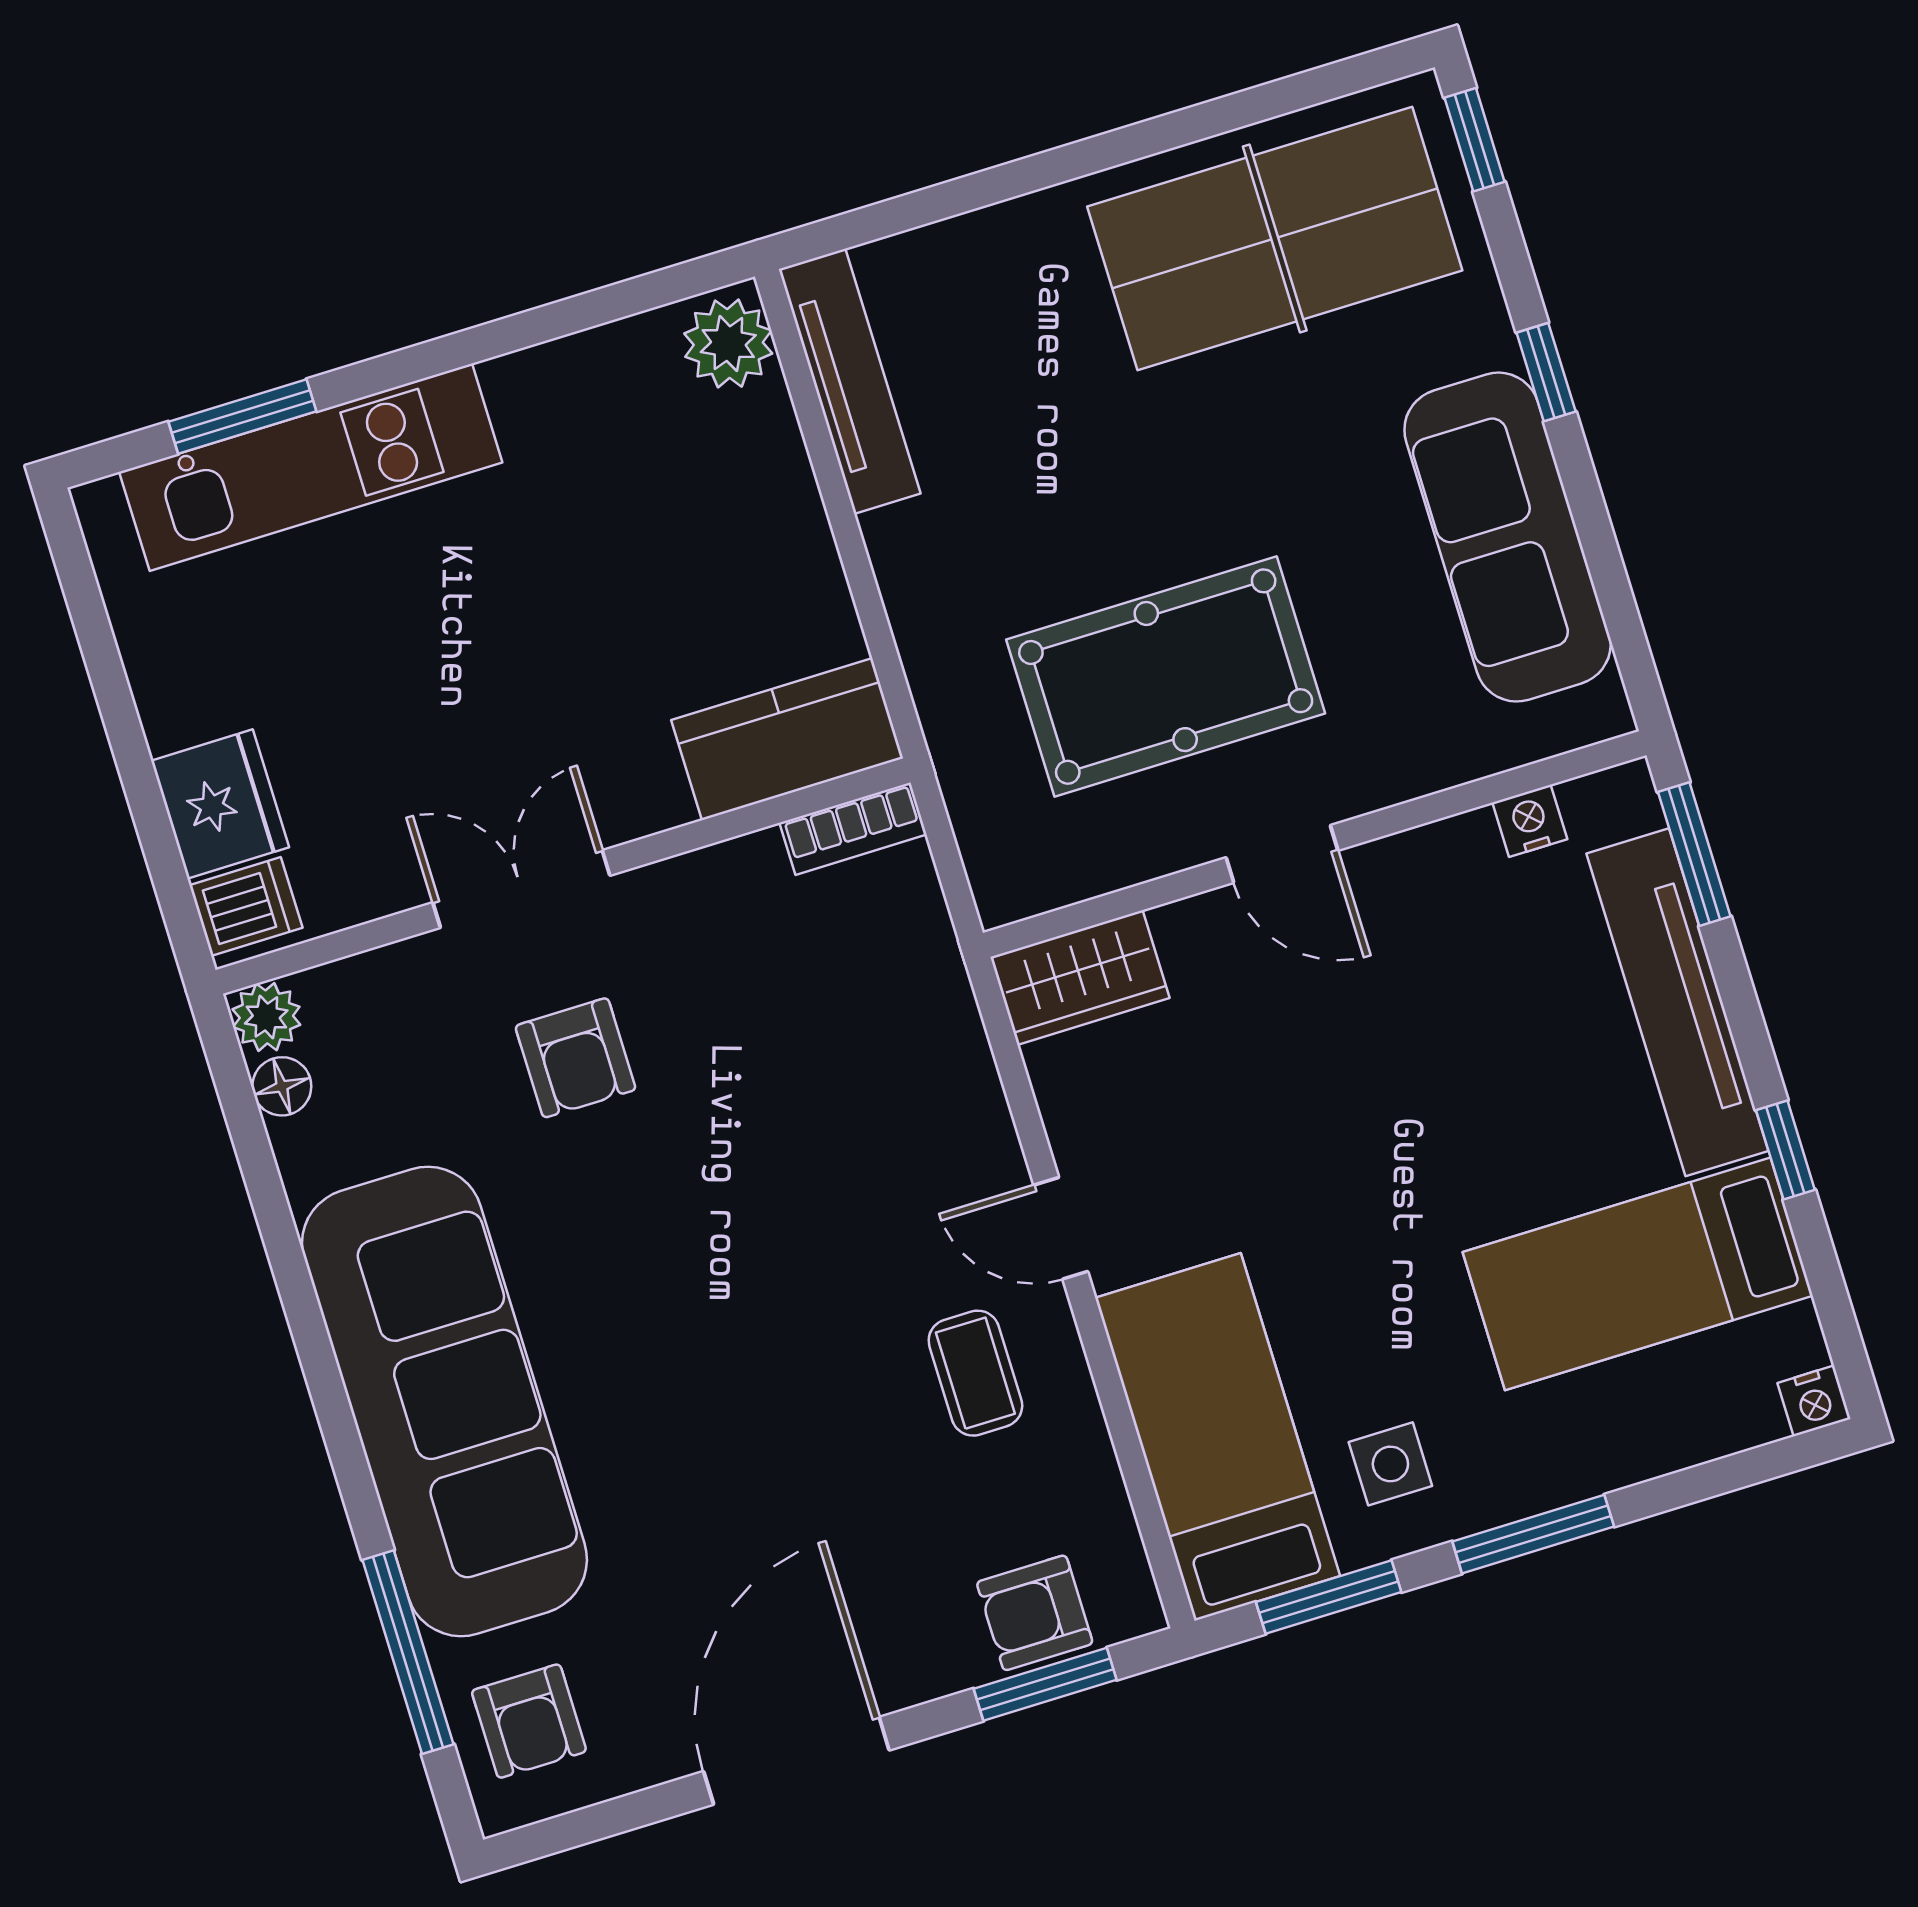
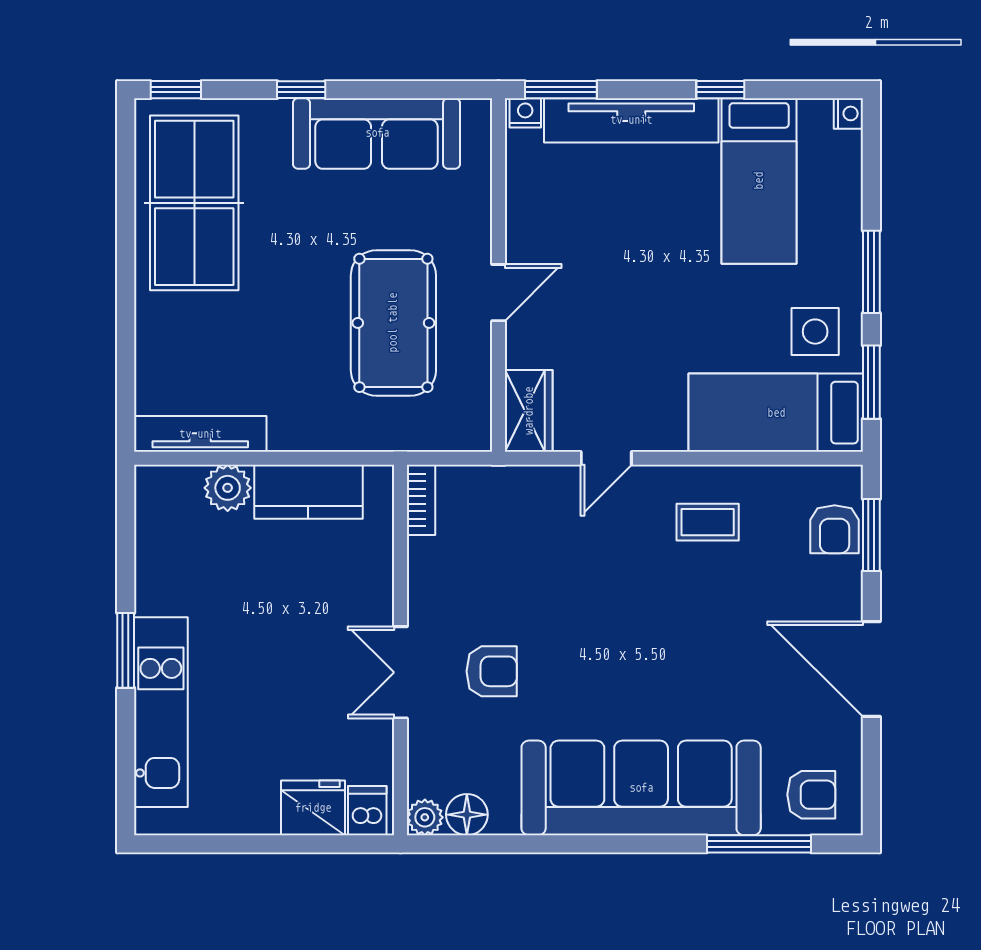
plant: (728, 344) -> (228, 488), moved
window: (242, 417) -> (126, 650), moved
kitchen counter: (787, 739) -> (308, 492), moved, turned -90
nightstand: (1530, 821) -> (525, 113), moved, turned 90
floor lamp: (282, 1086) -> (467, 815), width x1.37, depth x1.37
door: (1061, 1228) -> (606, 458), moved
side table: (1390, 1464) -> (815, 332), width x1.37, depth x1.37

